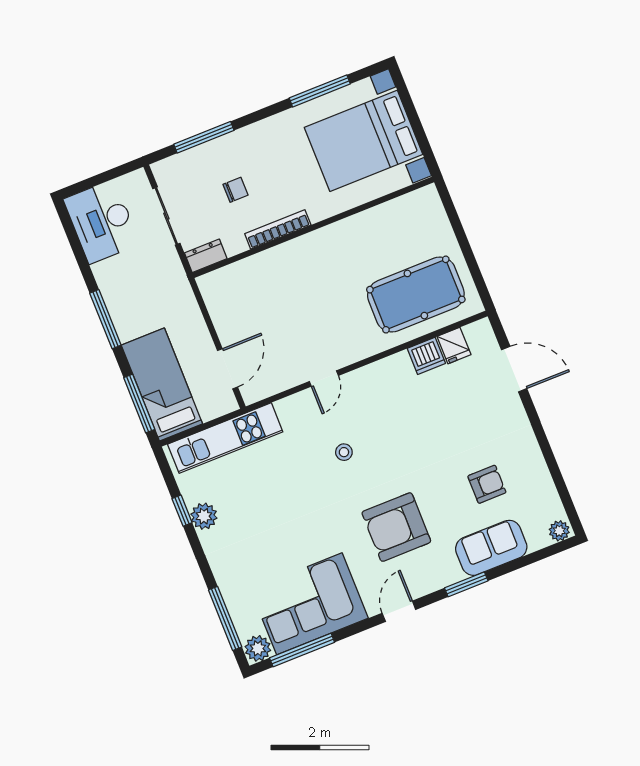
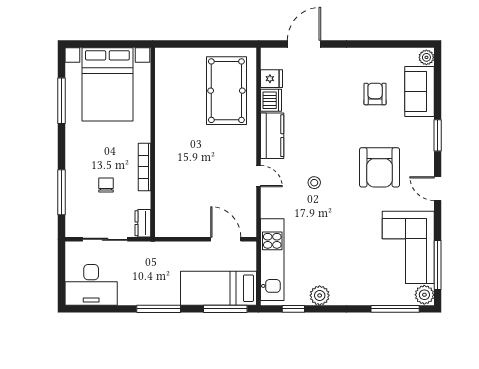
kitchen counter: (382, 375) -> (272, 136), added
window: (182, 511) -> (293, 309), moved
sofa: (491, 548) -> (419, 92), moved

